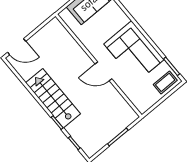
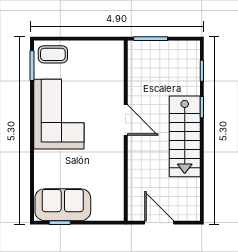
door: (17, 47) -> (159, 223), moved
wall: (99, 66) -> (126, 131), moved
door: (104, 71) -> (126, 120), moved

